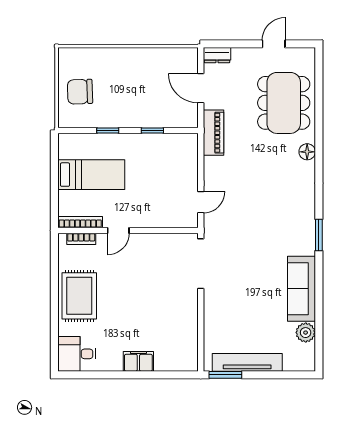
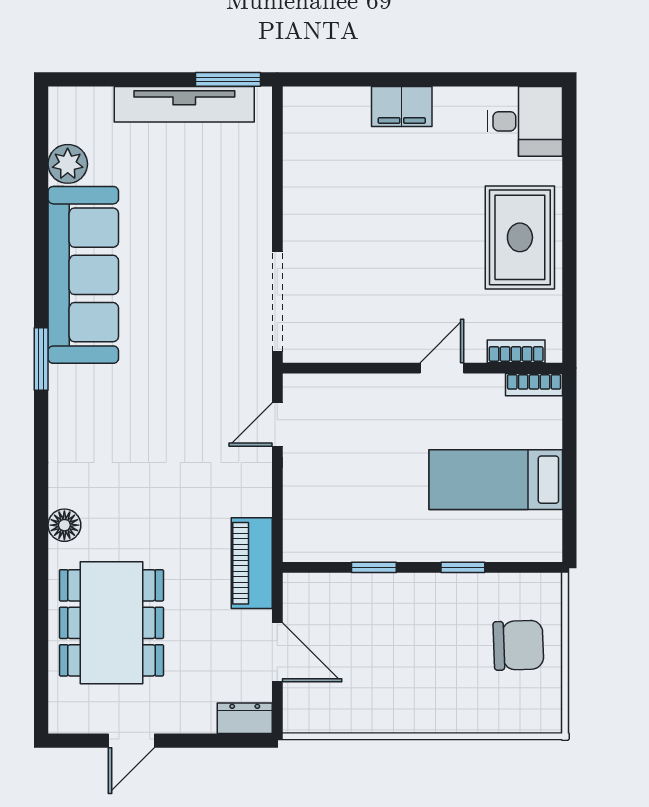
bookcase: (80, 222) -> (534, 385), width x0.64
sofa: (301, 289) -> (83, 275), width x1.36, depth x1.27

